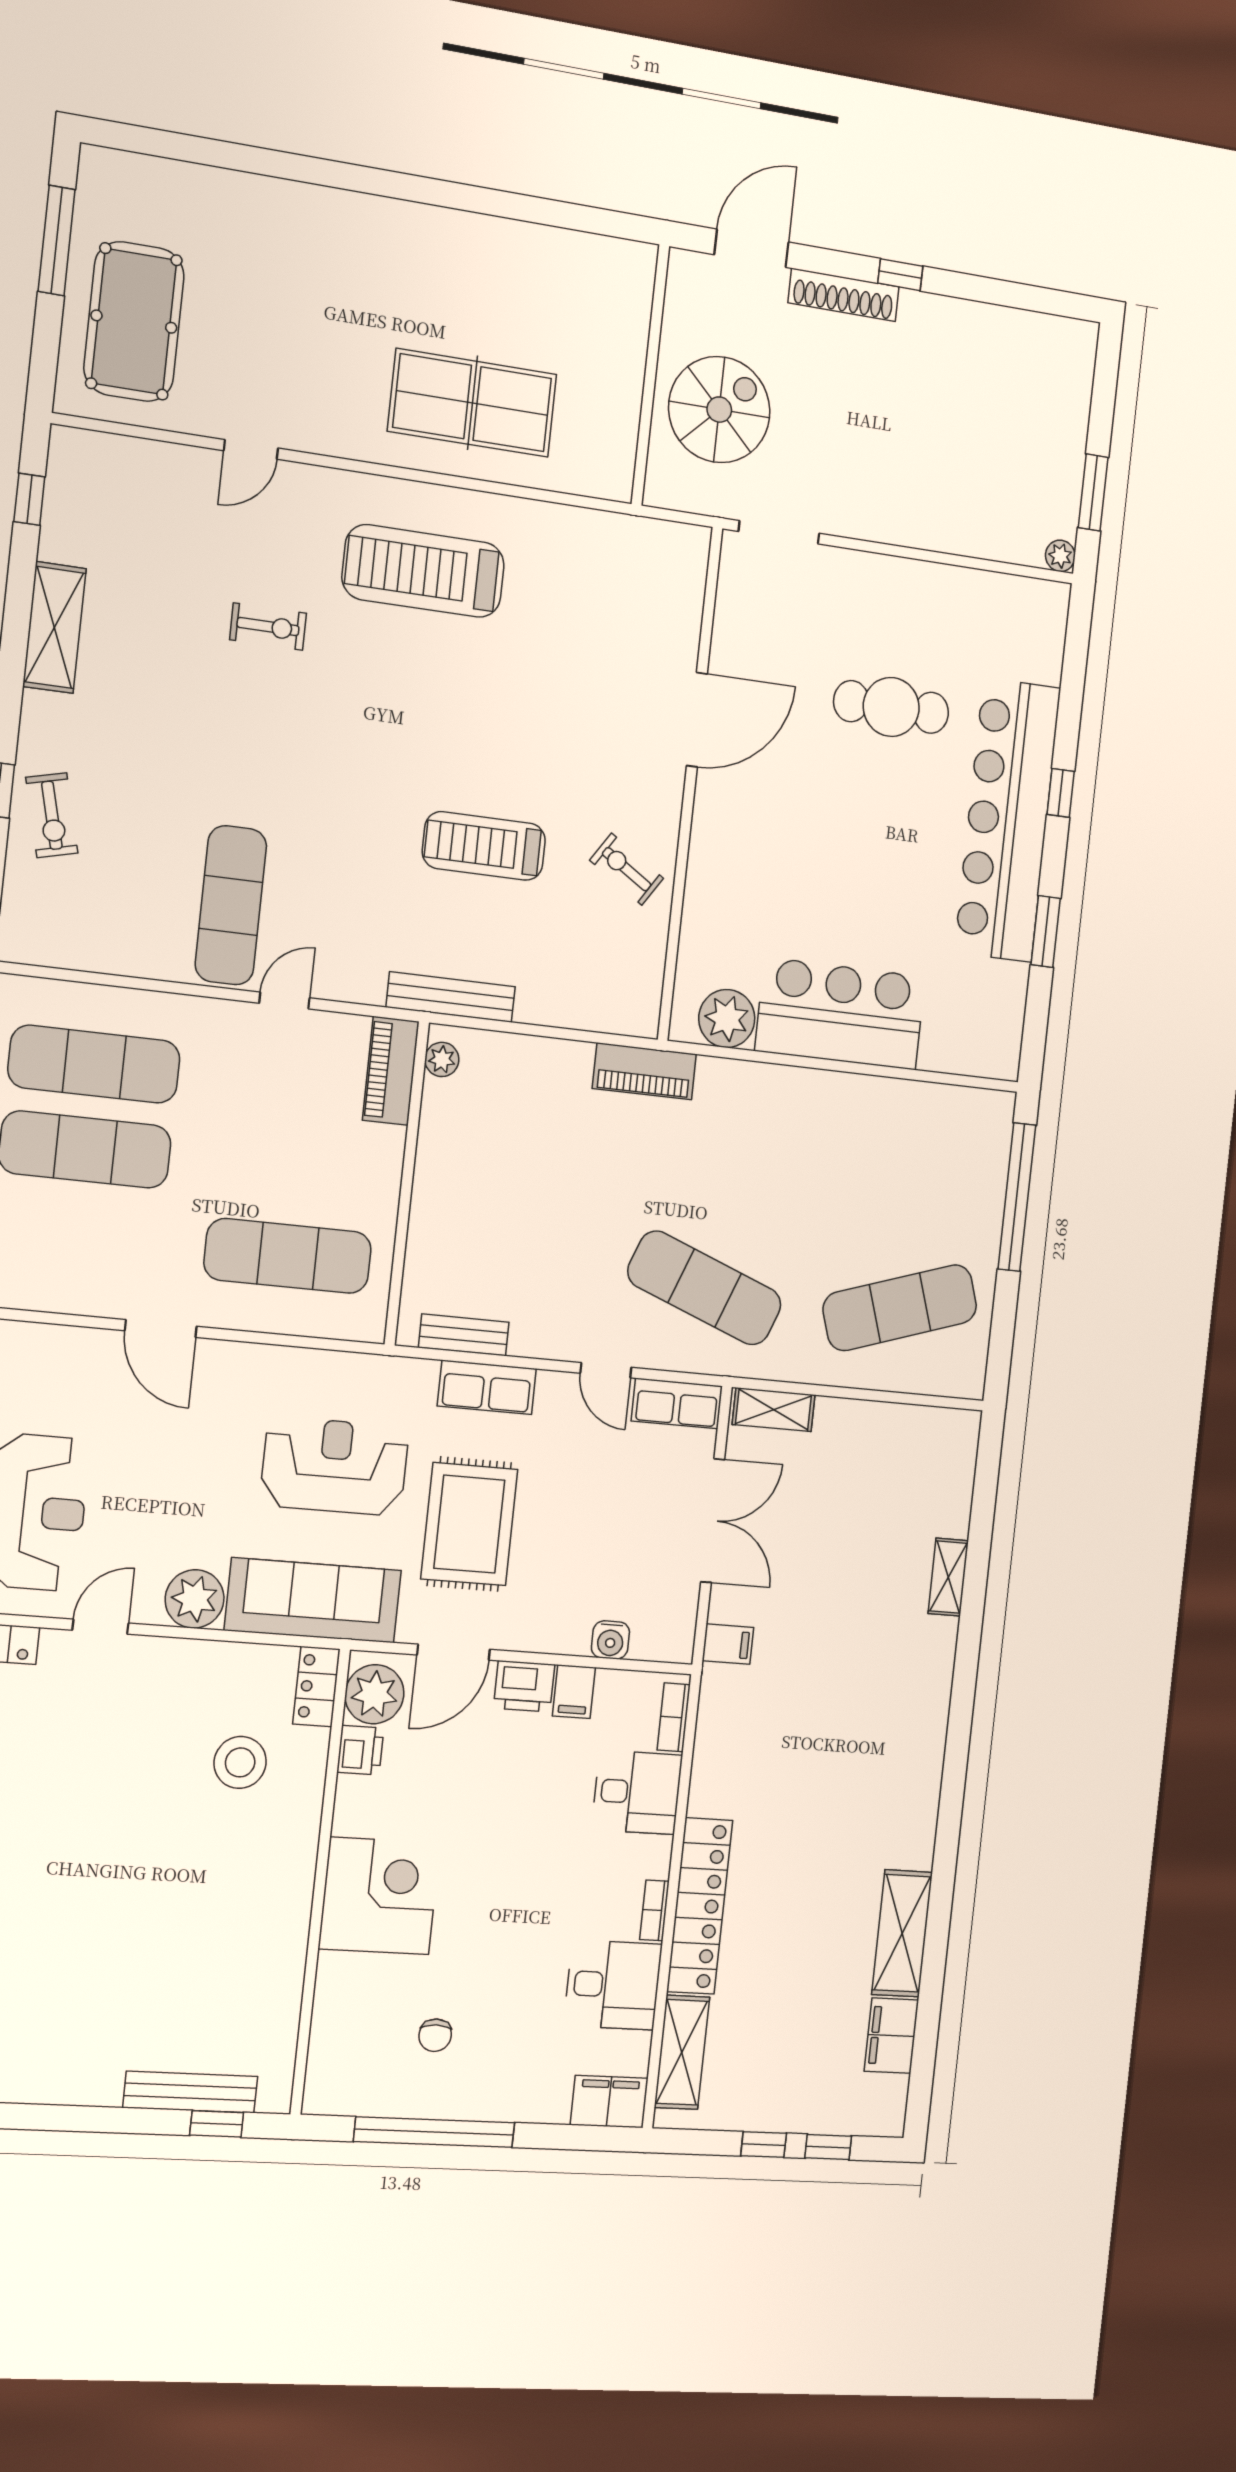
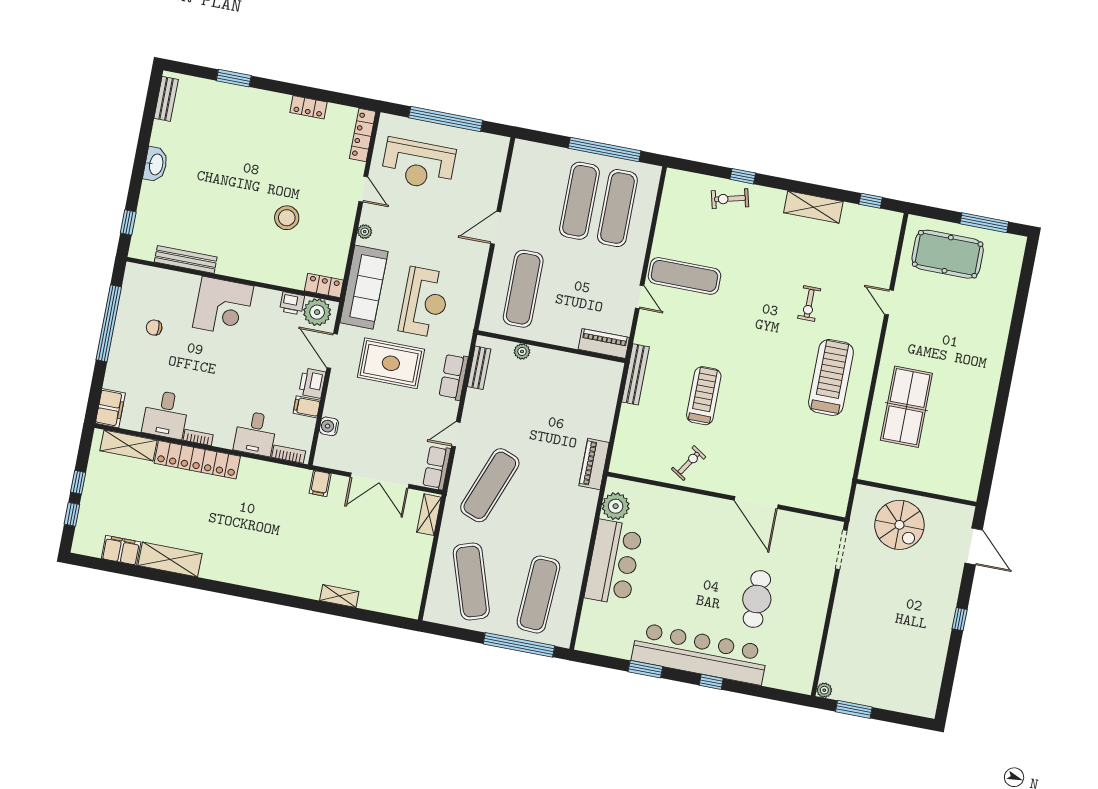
shoe rack: (843, 295) -> (951, 590), removed
plant: (442, 1059) -> (522, 351), moved
exercise mat: (915, 1166) -> (538, 594), added
plant: (195, 1599) -> (365, 232), width x0.53, depth x0.53
stool: (240, 1762) -> (287, 218), moved
washbasin: (85, 2084) -> (156, 164), added
bench: (190, 2092) -> (186, 259), moved, turned 90

